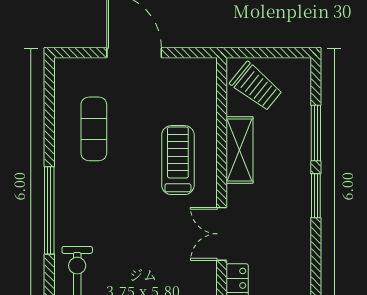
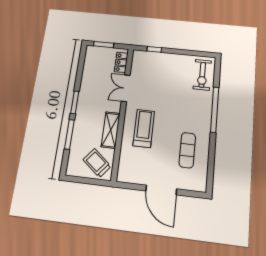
treadmill: (178, 160) -> (144, 128), turned 180
double door: (222, 234) -> (126, 88), swing flipped

